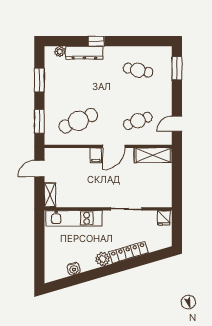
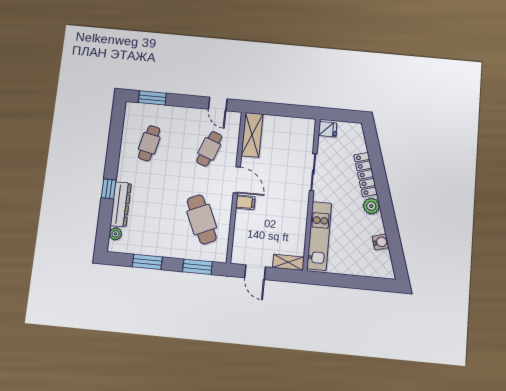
cafe table: (138, 121) -> (209, 149), turned 42

